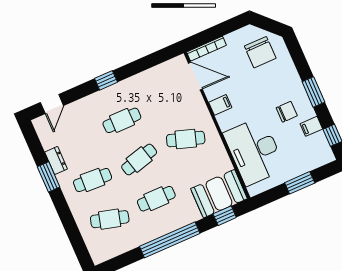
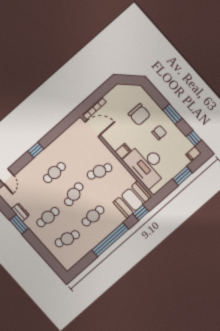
chair: (260, 52) -> (139, 115), moved
filing cabinet: (220, 105) -> (123, 151), moved
filing cabinet: (311, 126) -> (193, 154), moved

